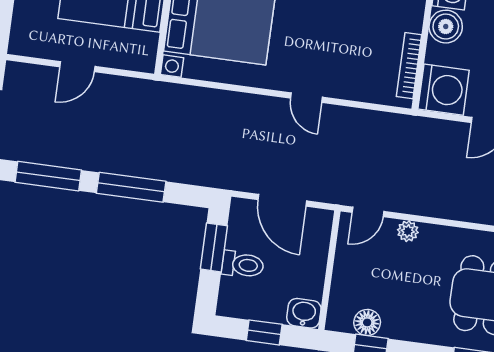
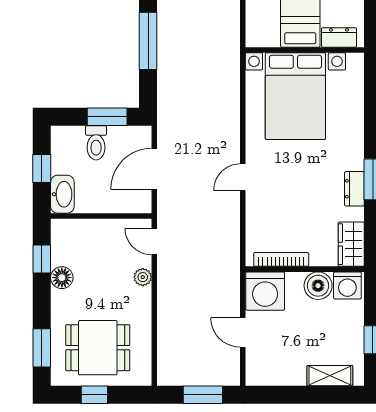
washbasin: (304, 313) -> (62, 194), width x1.38
floor lamp: (367, 322) -> (62, 278), moved

